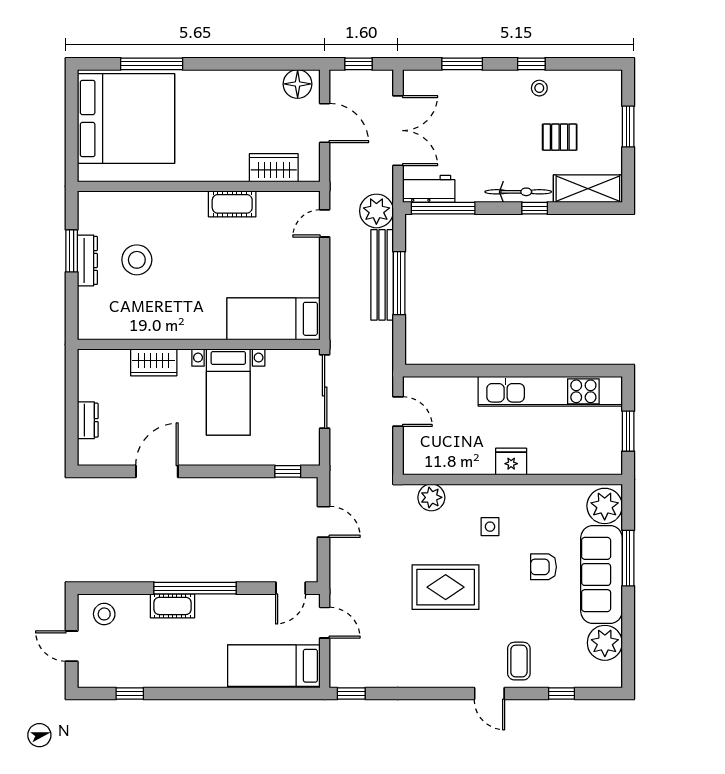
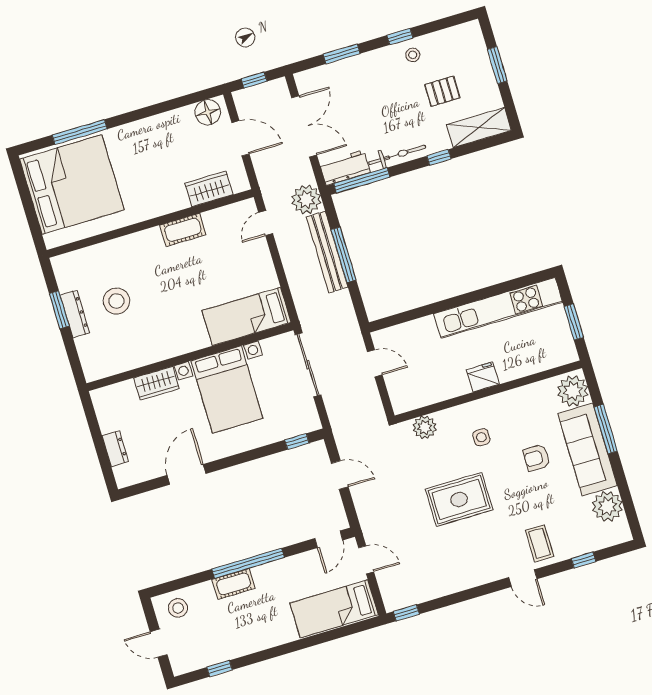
bicycle: (518, 192) -> (397, 155), moved
bed with nightstands: (228, 392) -> (227, 390), width x1.36

